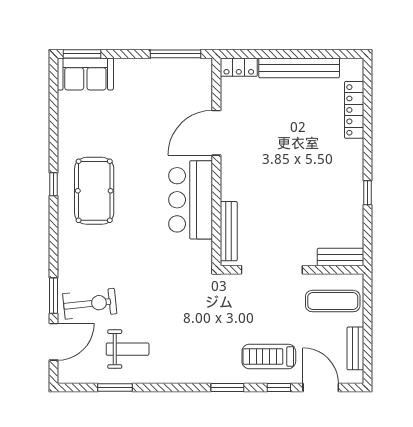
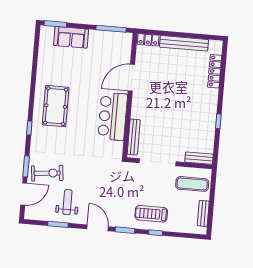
sofa: (85, 74) -> (71, 37), moved
window: (53, 184) -> (29, 128), moved
weight bench: (128, 349) -> (67, 202), turned -90
door: (321, 388) -> (98, 228), moved

